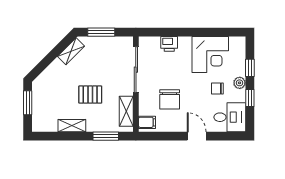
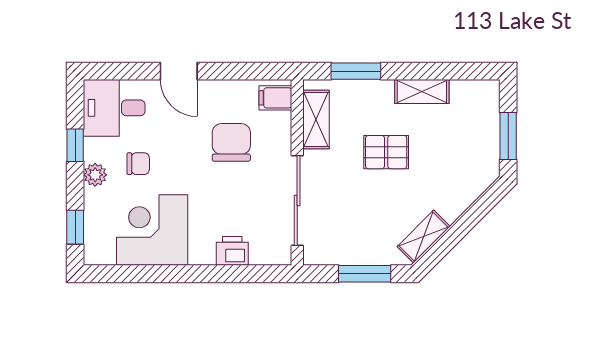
window: (250, 68) -> (75, 227), moved

